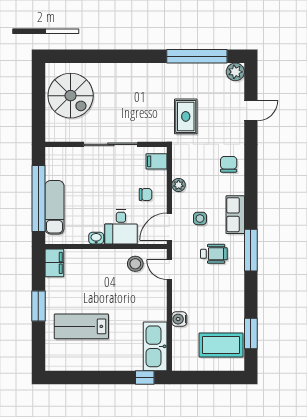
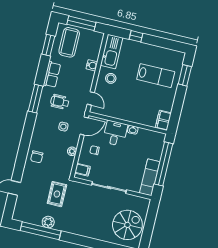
plant: (235, 72) -> (48, 222), moved
spiral stairs: (71, 96) -> (127, 225), turned 90
exam couch: (54, 207) -> (150, 177), moved
row of seats: (235, 215) -> (52, 75), moved
stool: (135, 264) -> (111, 78), moved
window: (38, 306) -> (185, 75), moved
coffee table: (221, 345) -> (69, 42), turned 90
window: (145, 377) -> (136, 36), moved
window: (210, 377) -> (81, 23), added

